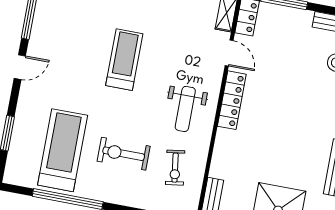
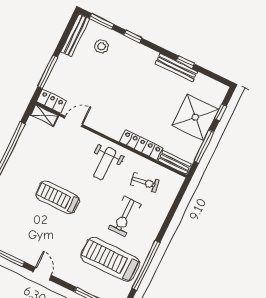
locker: (232, 100) -> (141, 145), moved
weight bench: (185, 109) -> (105, 164), turned 90

